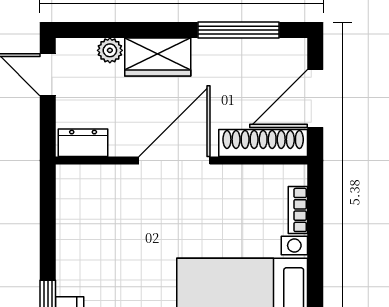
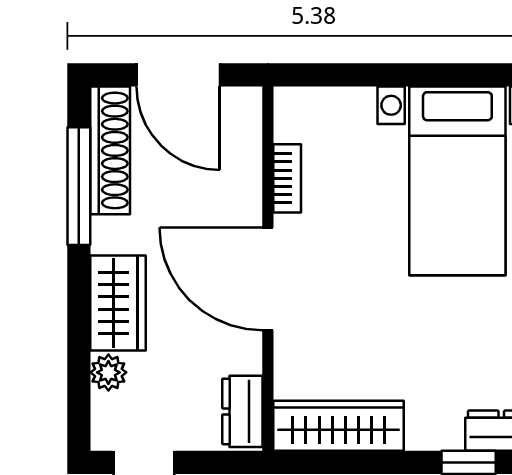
shoe rack: (263, 143) -> (110, 150), moved, turned 180
wardrobe: (73, 209) -> (339, 426), added
bookcase: (298, 210) -> (287, 178), moved, turned -90

